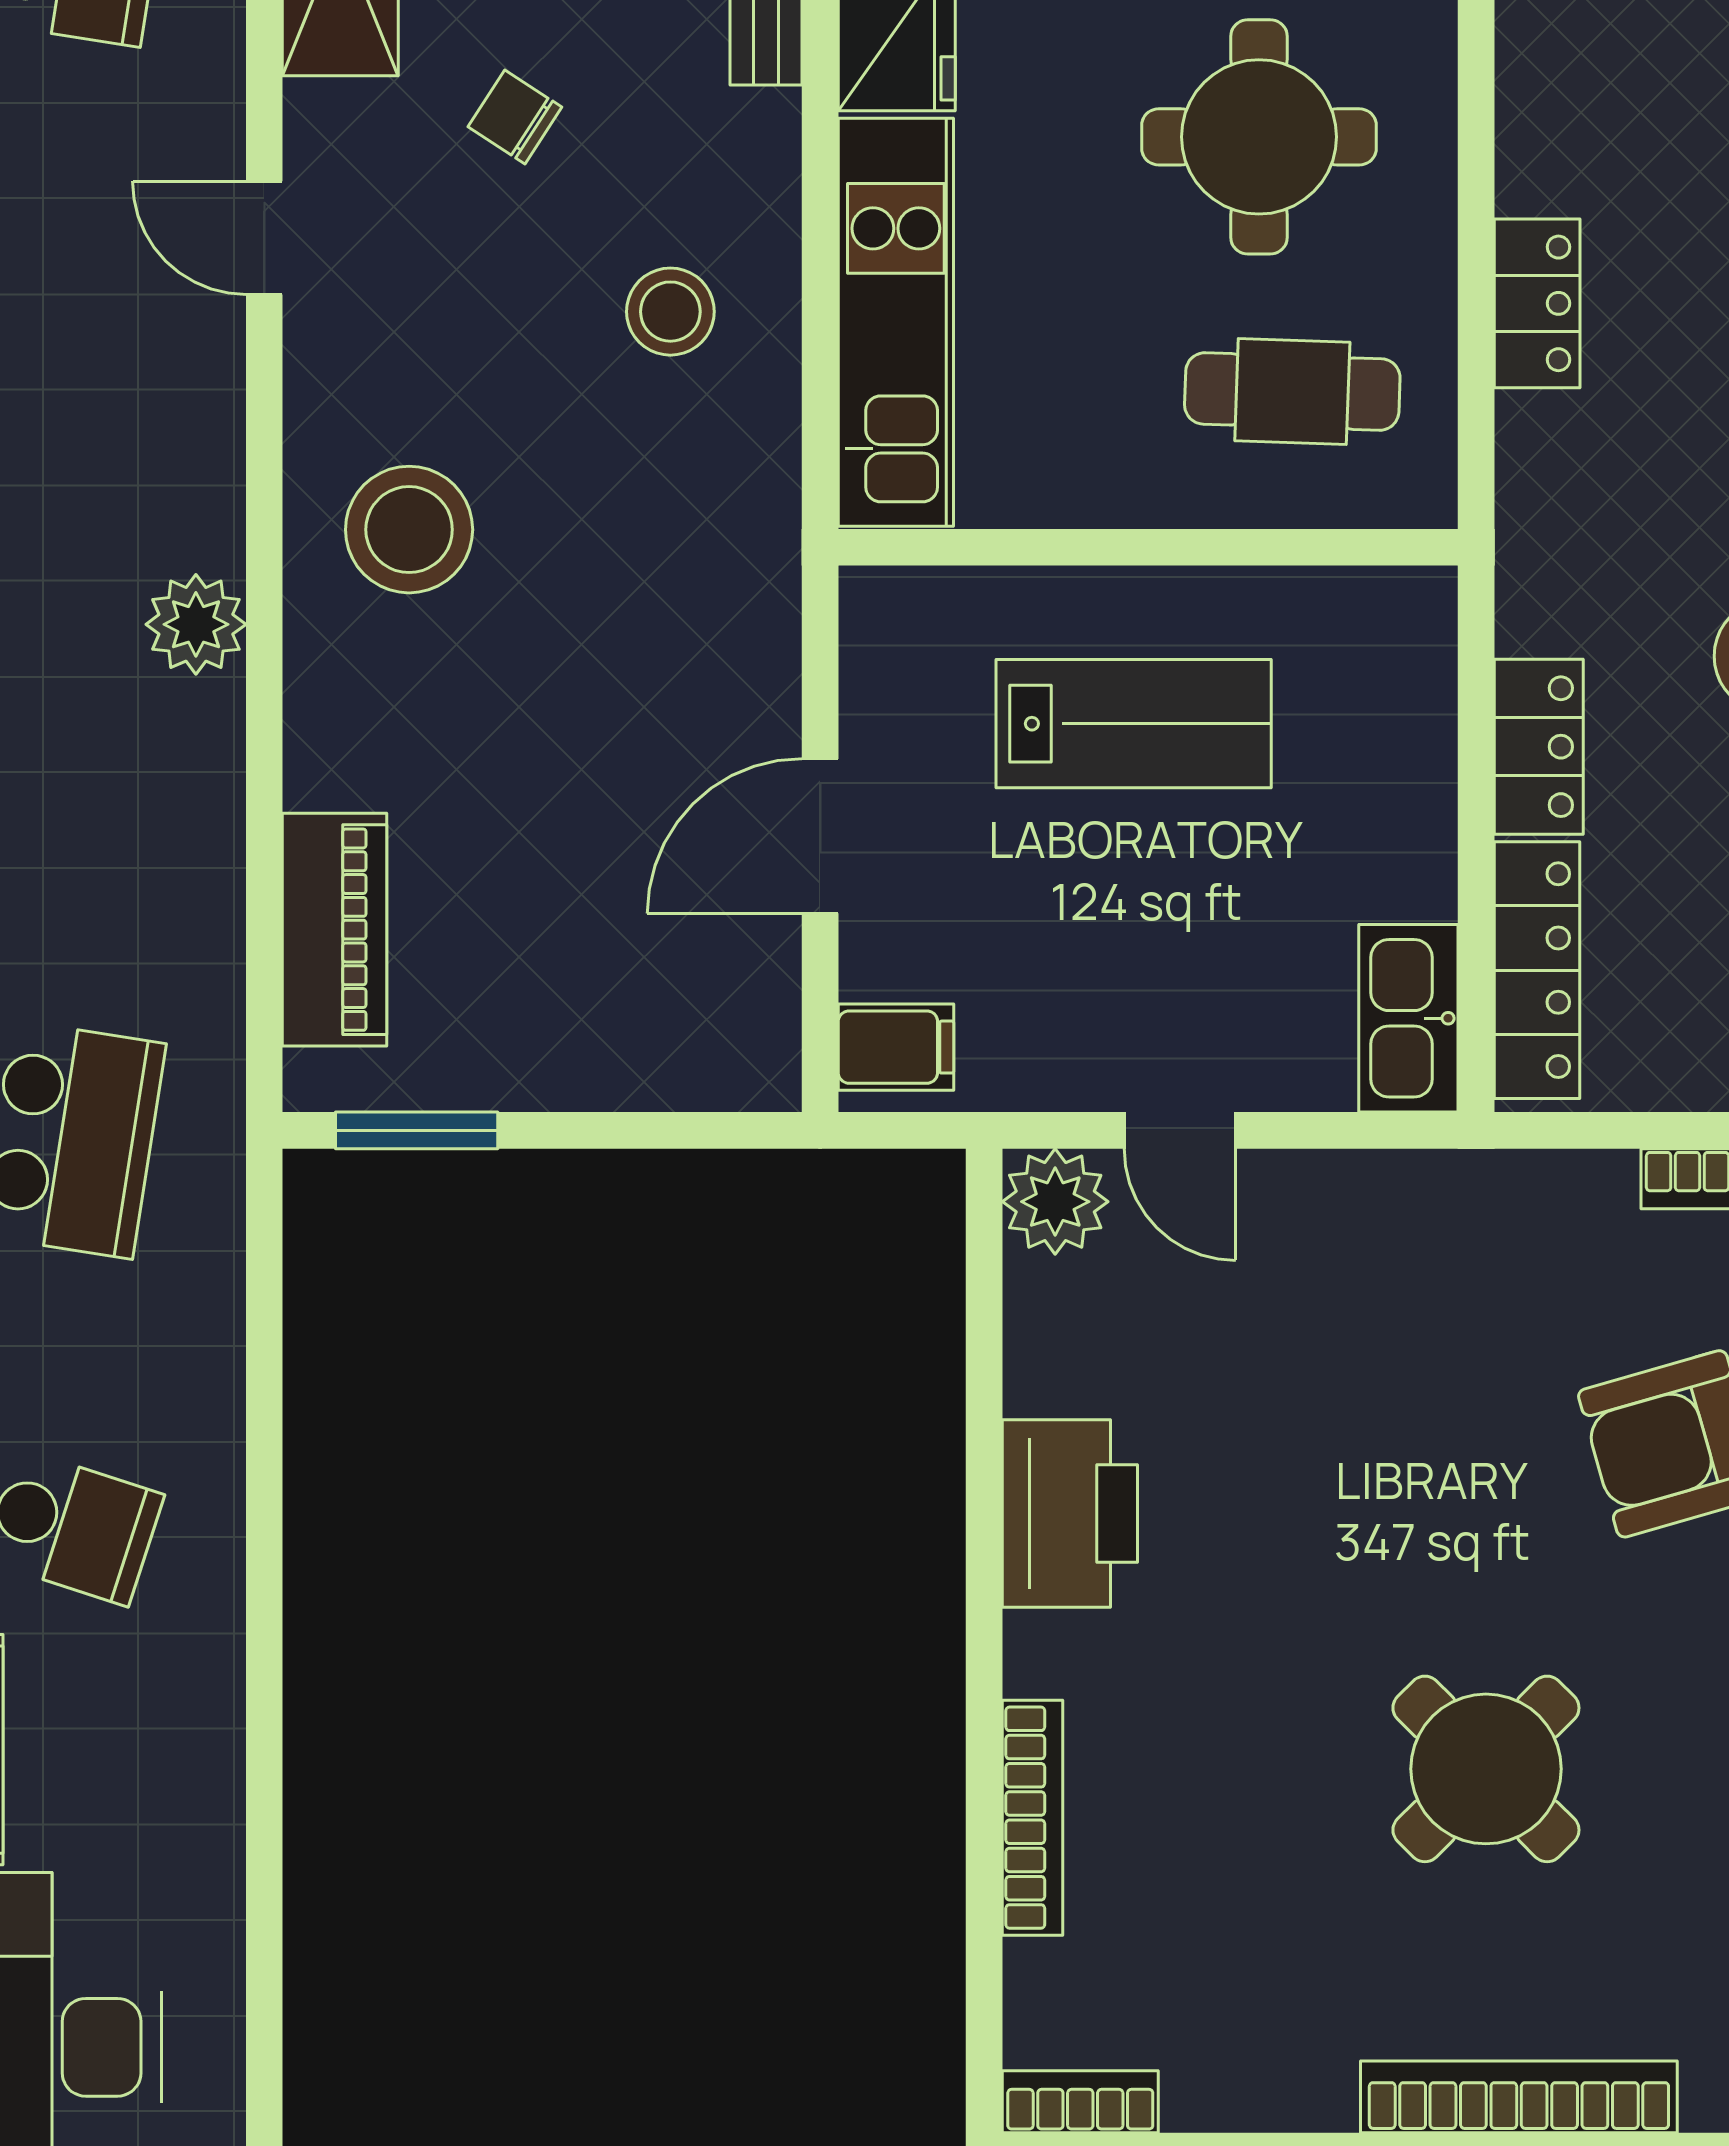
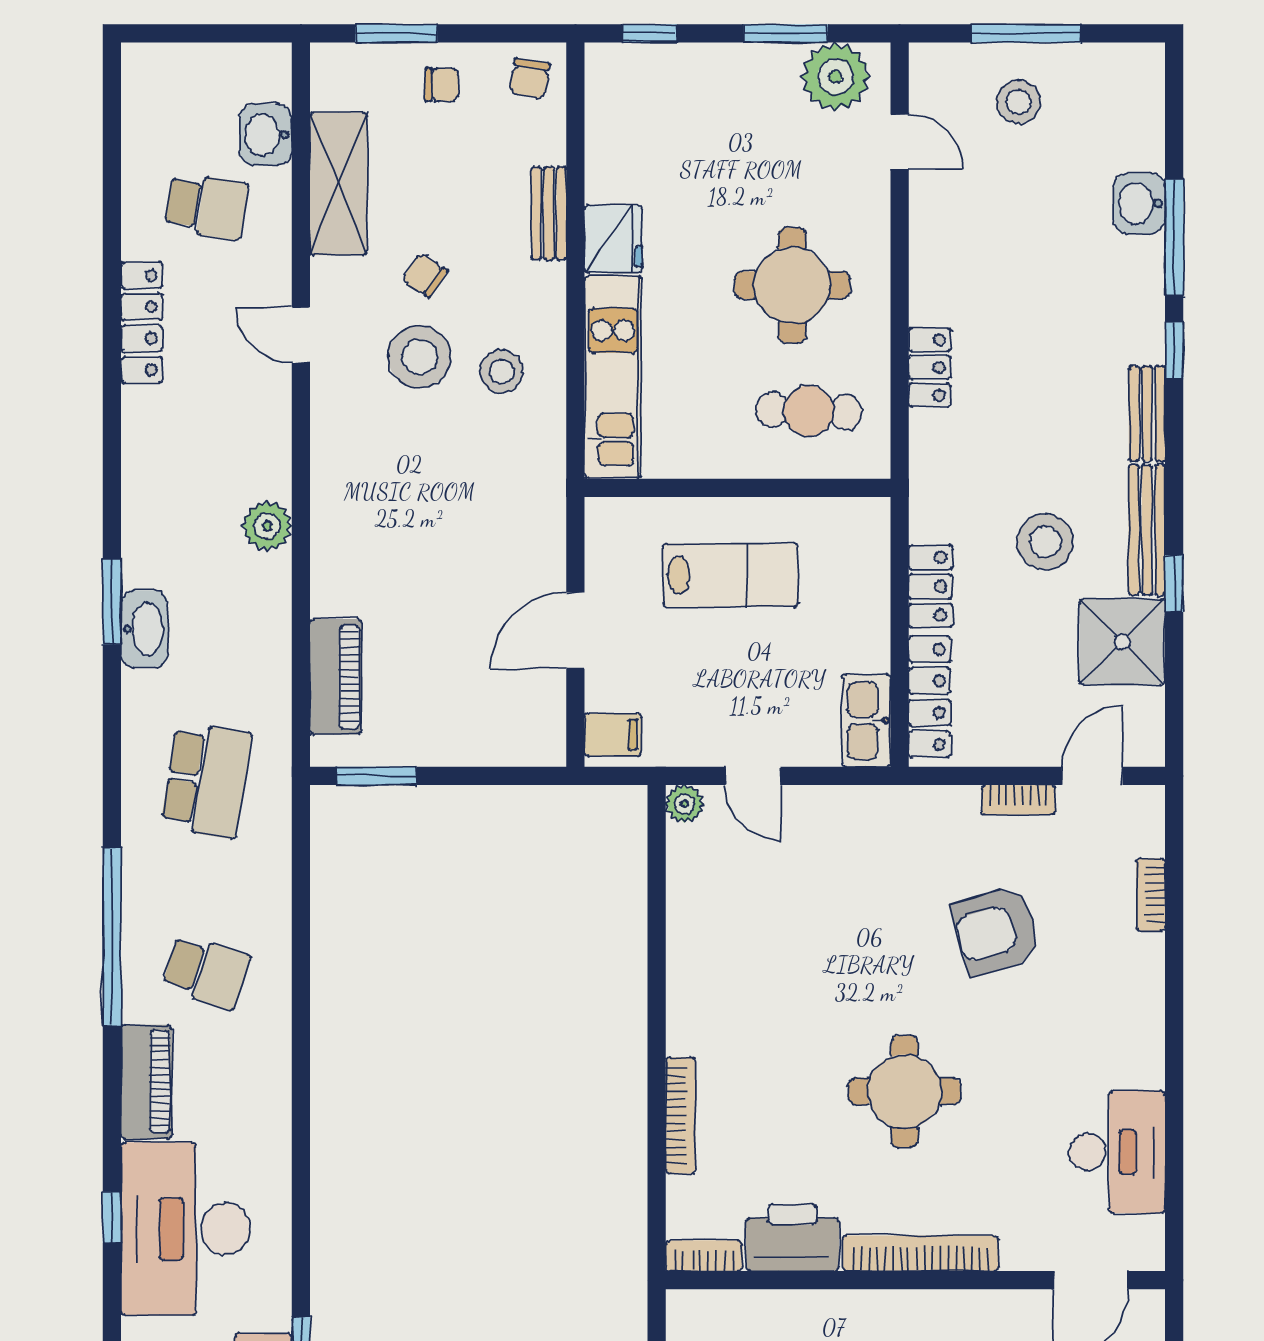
stool: (409, 530) -> (420, 357), moved
plant: (1055, 1202) -> (684, 804), width x0.73, depth x0.73
printer: (1070, 1513) -> (793, 1238), moved, turned -90
round table: (1486, 1769) -> (904, 1091), turned 45

